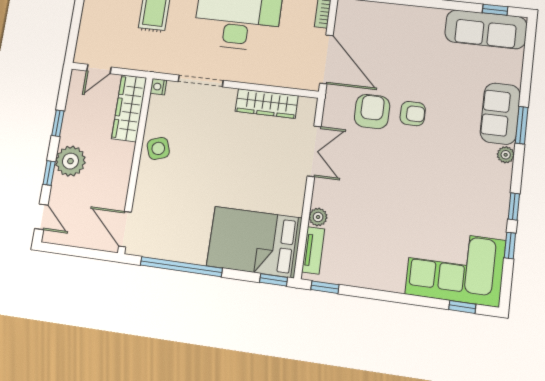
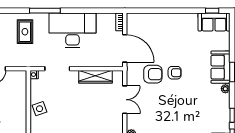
sofa: (486, 29) -> (214, 22), width x0.73
wardrobe: (129, 108) -> (20, 89), removed
armchair: (372, 111) -> (153, 74), turned 90

